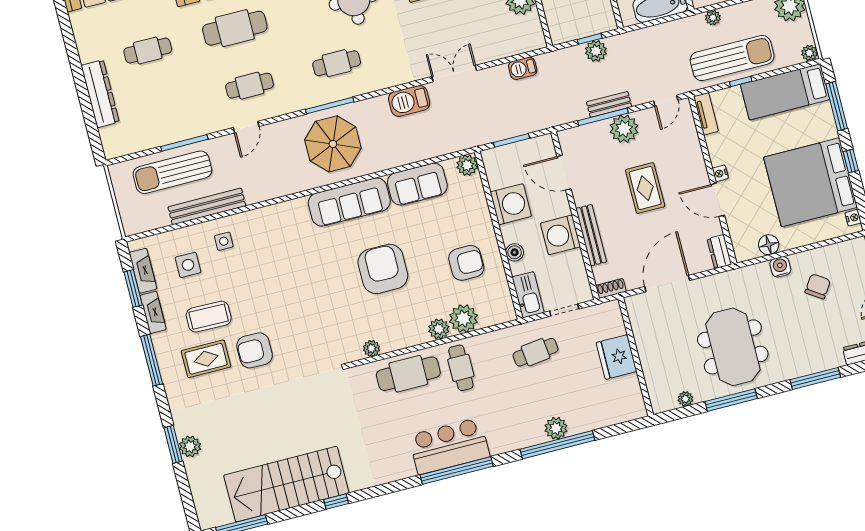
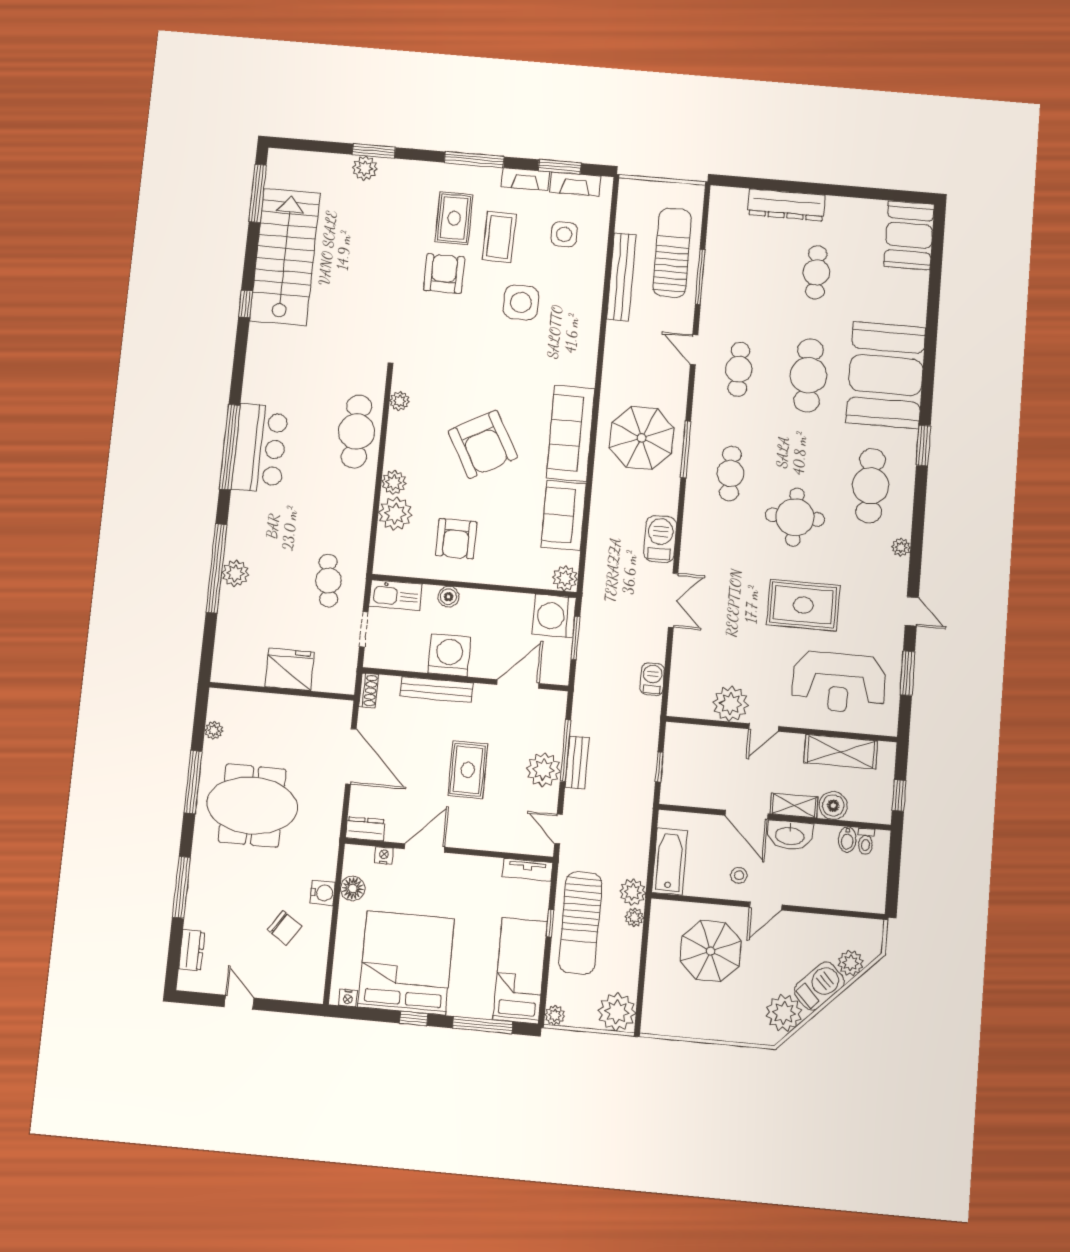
plant: (596, 51) -> (633, 892), moved
nightstand: (720, 173) -> (384, 855), moved
rug: (645, 188) -> (468, 770), turned 90
washing machine: (511, 204) -> (554, 616), moved, turned 90
side table: (224, 241) -> (521, 302), moved, width x1.87, depth x1.87
armchair: (383, 269) -> (483, 444), turned 61
cafe table: (461, 368) -> (342, 492), removed

